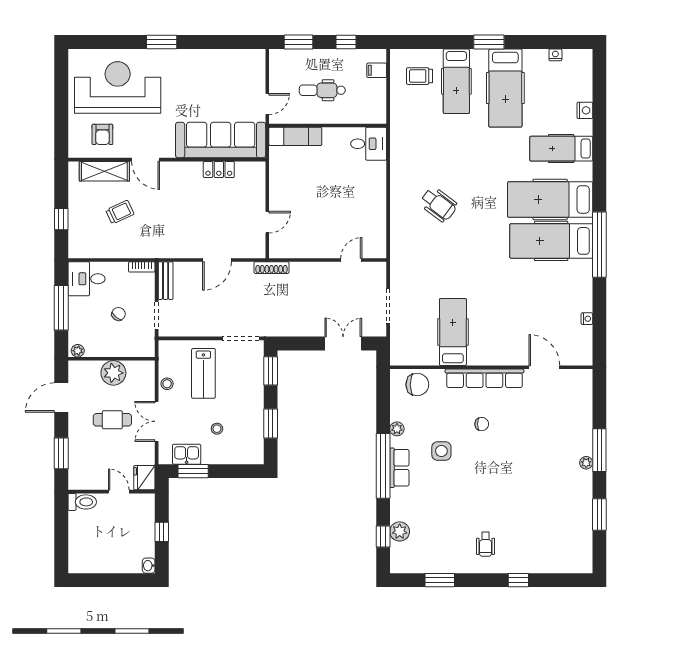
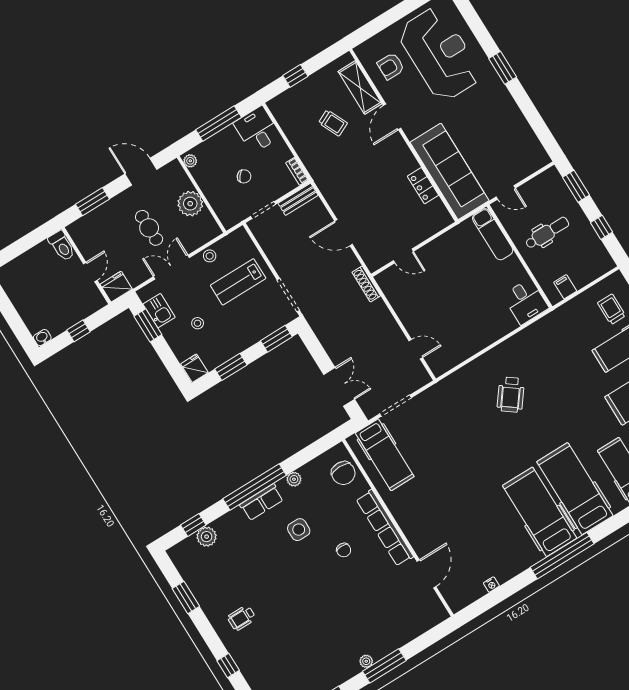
filing cabinet: (377, 70) -> (565, 287), moved
dental chair: (322, 90) -> (547, 233), turned 90
hospital bed: (453, 332) -> (385, 455), moved, turned 90
fridge: (253, 455) -> (194, 368), added

